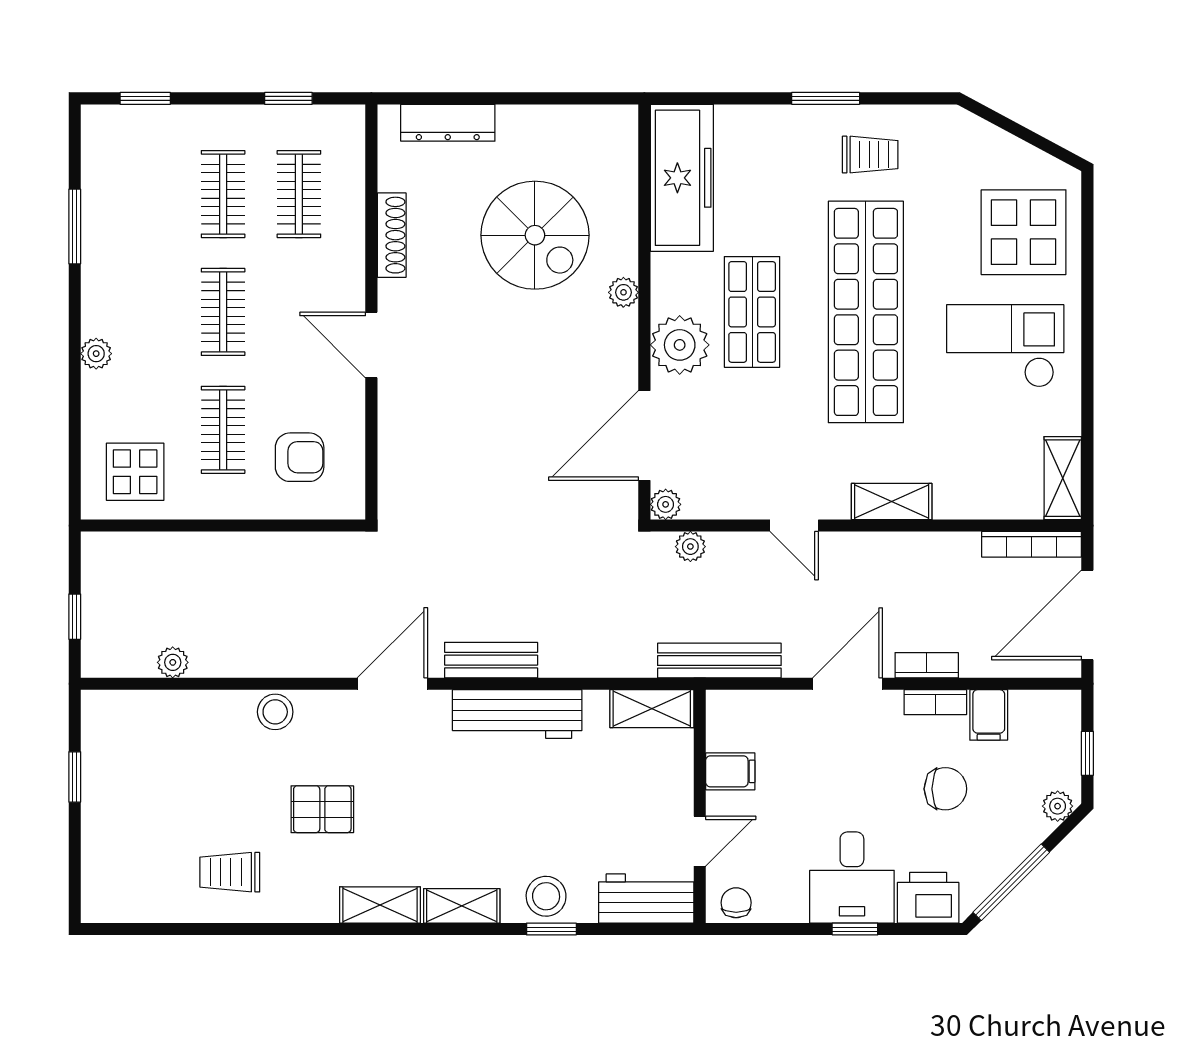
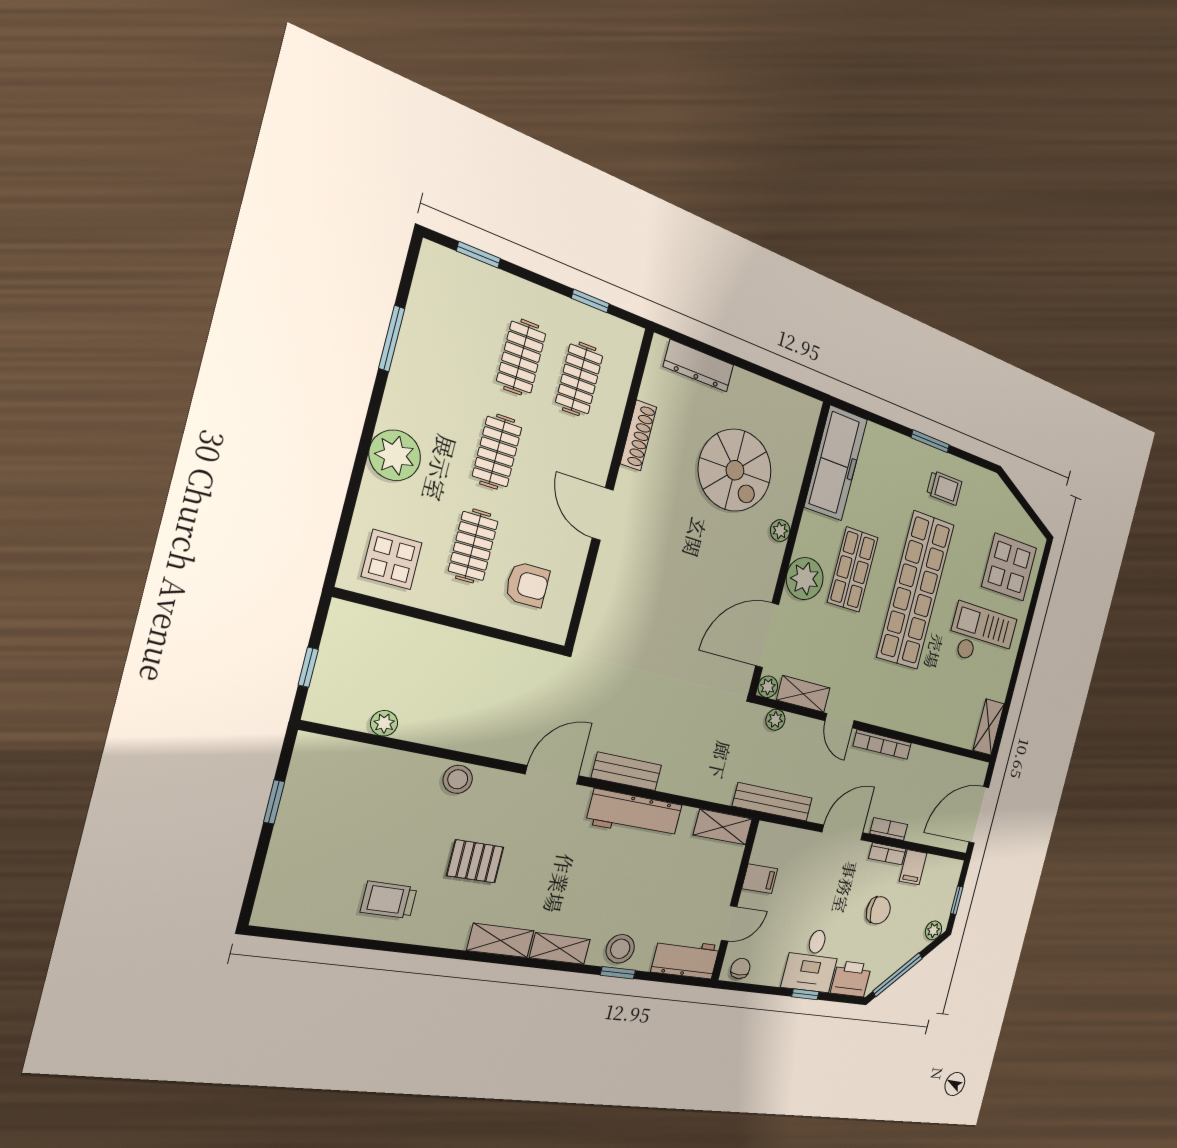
plant: (96, 354) -> (395, 455), width x1.87, depth x1.87
shelving: (892, 502) -> (803, 694), moved
bookcase: (1032, 544) -> (882, 745), moved

